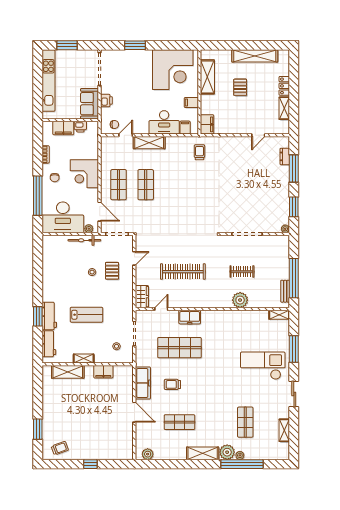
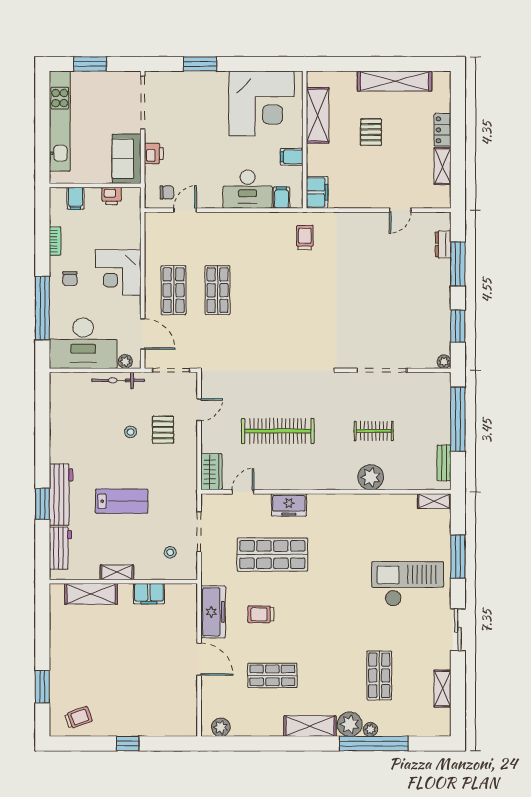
filing cabinet: (63, 128) -> (75, 198), width x0.50
shelving: (149, 143) -> (223, 222), removed
window: (294, 278) -> (458, 419), moved
workbench: (49, 316) -> (61, 495), width x1.38

